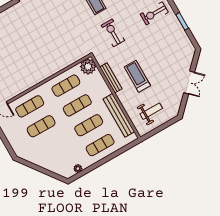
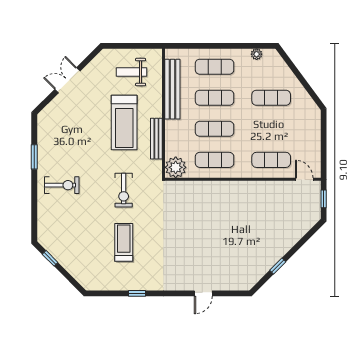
treadmill: (137, 76) -> (124, 122), width x1.37, depth x1.38
exercise mat: (41, 126) -> (271, 98), moved

